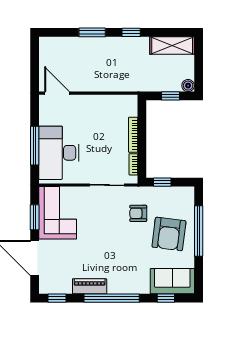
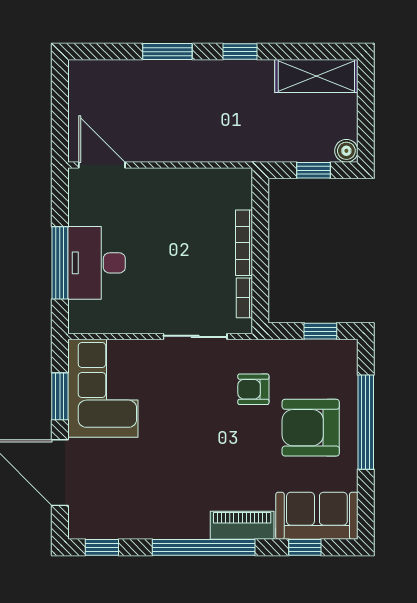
desk: (59, 153) -> (97, 263), width x0.73, depth x0.77
window: (162, 182) -> (320, 331), moved
armchair: (169, 234) -> (311, 428), turned 83
piano: (90, 286) -> (242, 525), moved

